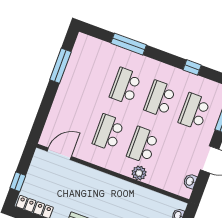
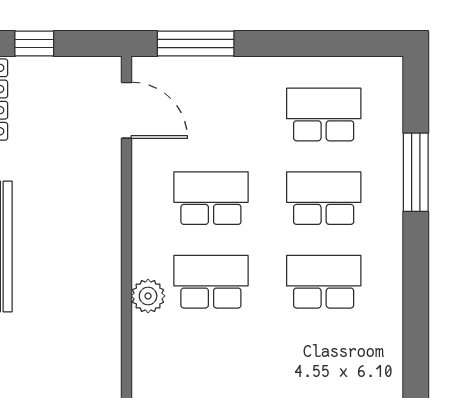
window: (60, 66) -> (196, 44), moved
window: (192, 67) -> (416, 326), removed
school desk: (194, 111) -> (324, 114), moved

